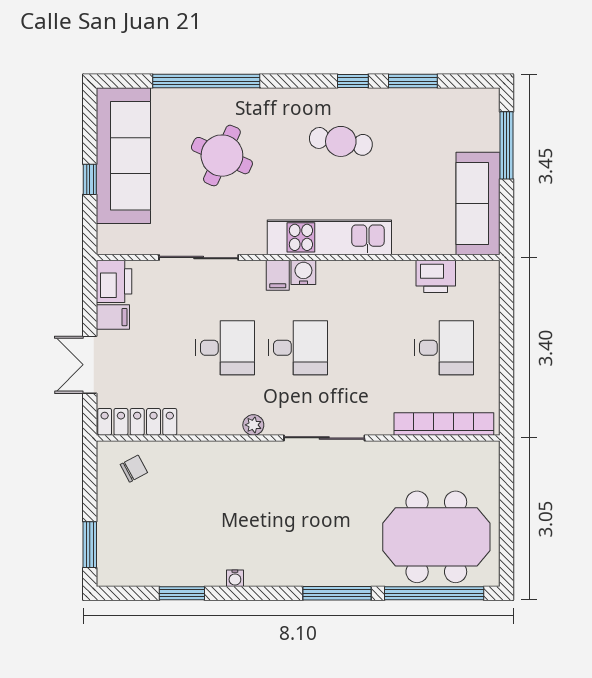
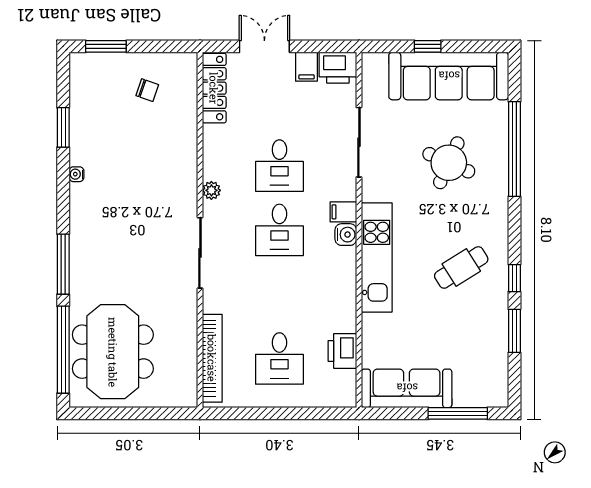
cafe table: (341, 141) -> (461, 267), turned 49
chair: (134, 469) -> (147, 90), moved, turned -43

